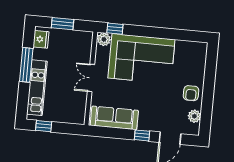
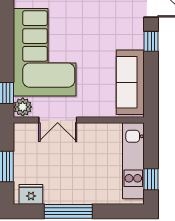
double door: (91, 78) -> (58, 120), moved
kitchen unit: (37, 88) -> (133, 161), moved, turned -90

